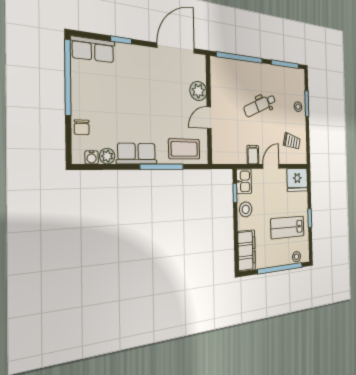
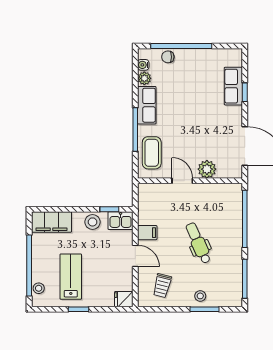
row of seats: (93, 49) -> (233, 86), moved
window: (68, 77) -> (181, 46), moved
fridge: (297, 180) -> (124, 299), width x0.53, depth x0.75

